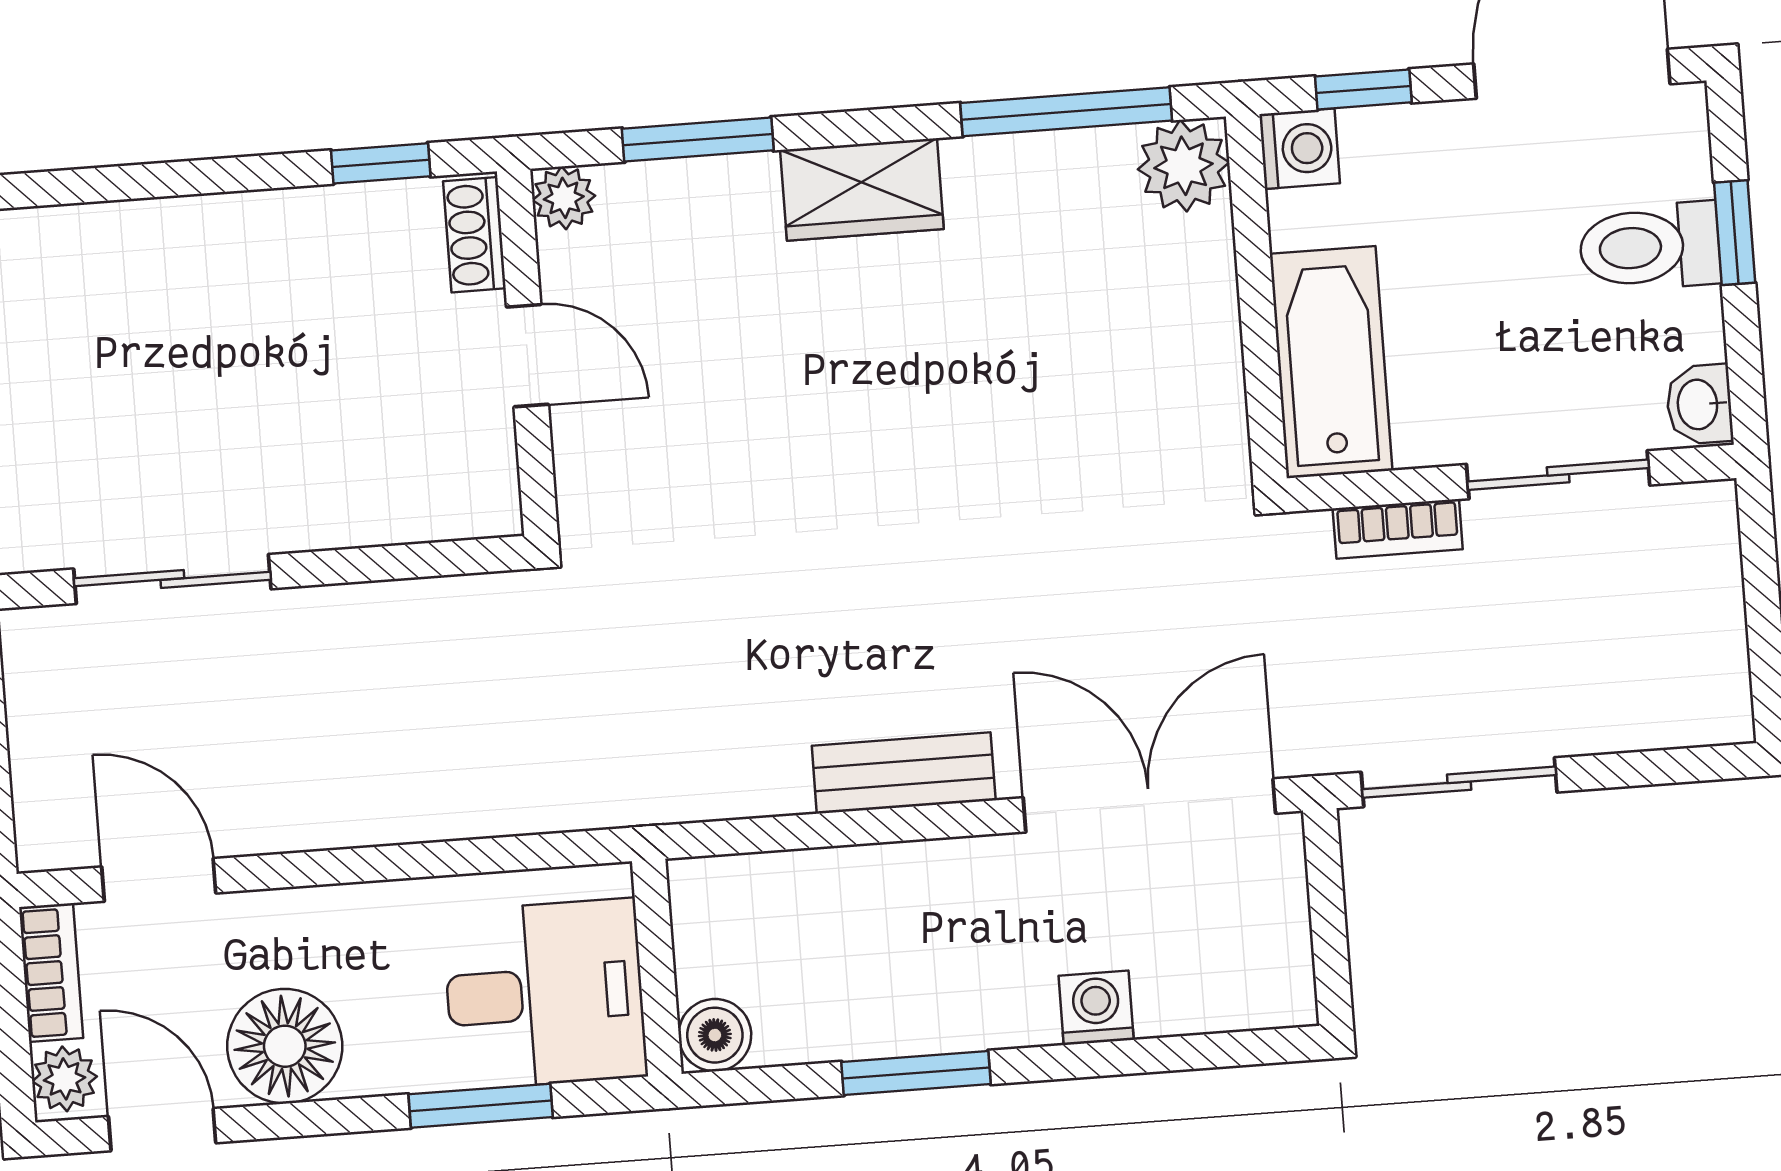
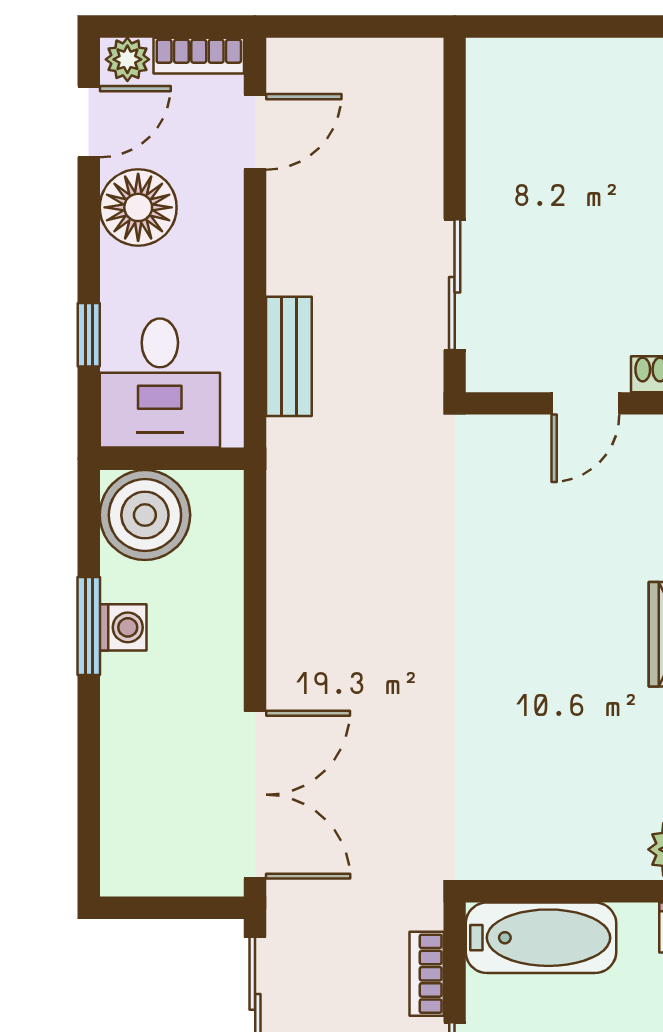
sliding door: (172, 579) -> (455, 285), moved
bench: (904, 773) -> (289, 356), moved
washing machine: (1096, 1008) -> (123, 627), moved
boiler: (715, 1035) -> (145, 515), width x1.86, depth x1.86
window: (481, 1106) -> (89, 335), width x0.67

